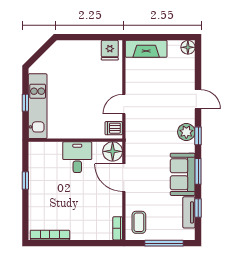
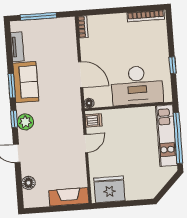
floor lamp: (188, 47) -> (28, 183), moved
fridge: (110, 50) -> (109, 189), width x1.88, depth x1.34
window: (25, 103) -> (178, 138), width x3.17
floor lamp: (113, 151) -> (89, 103), width x0.53, depth x0.53
desk: (77, 157) -> (137, 85), width x1.87, depth x1.30
window: (198, 208) -> (9, 52), removed
coffee table: (139, 222) -> (63, 34), removed

